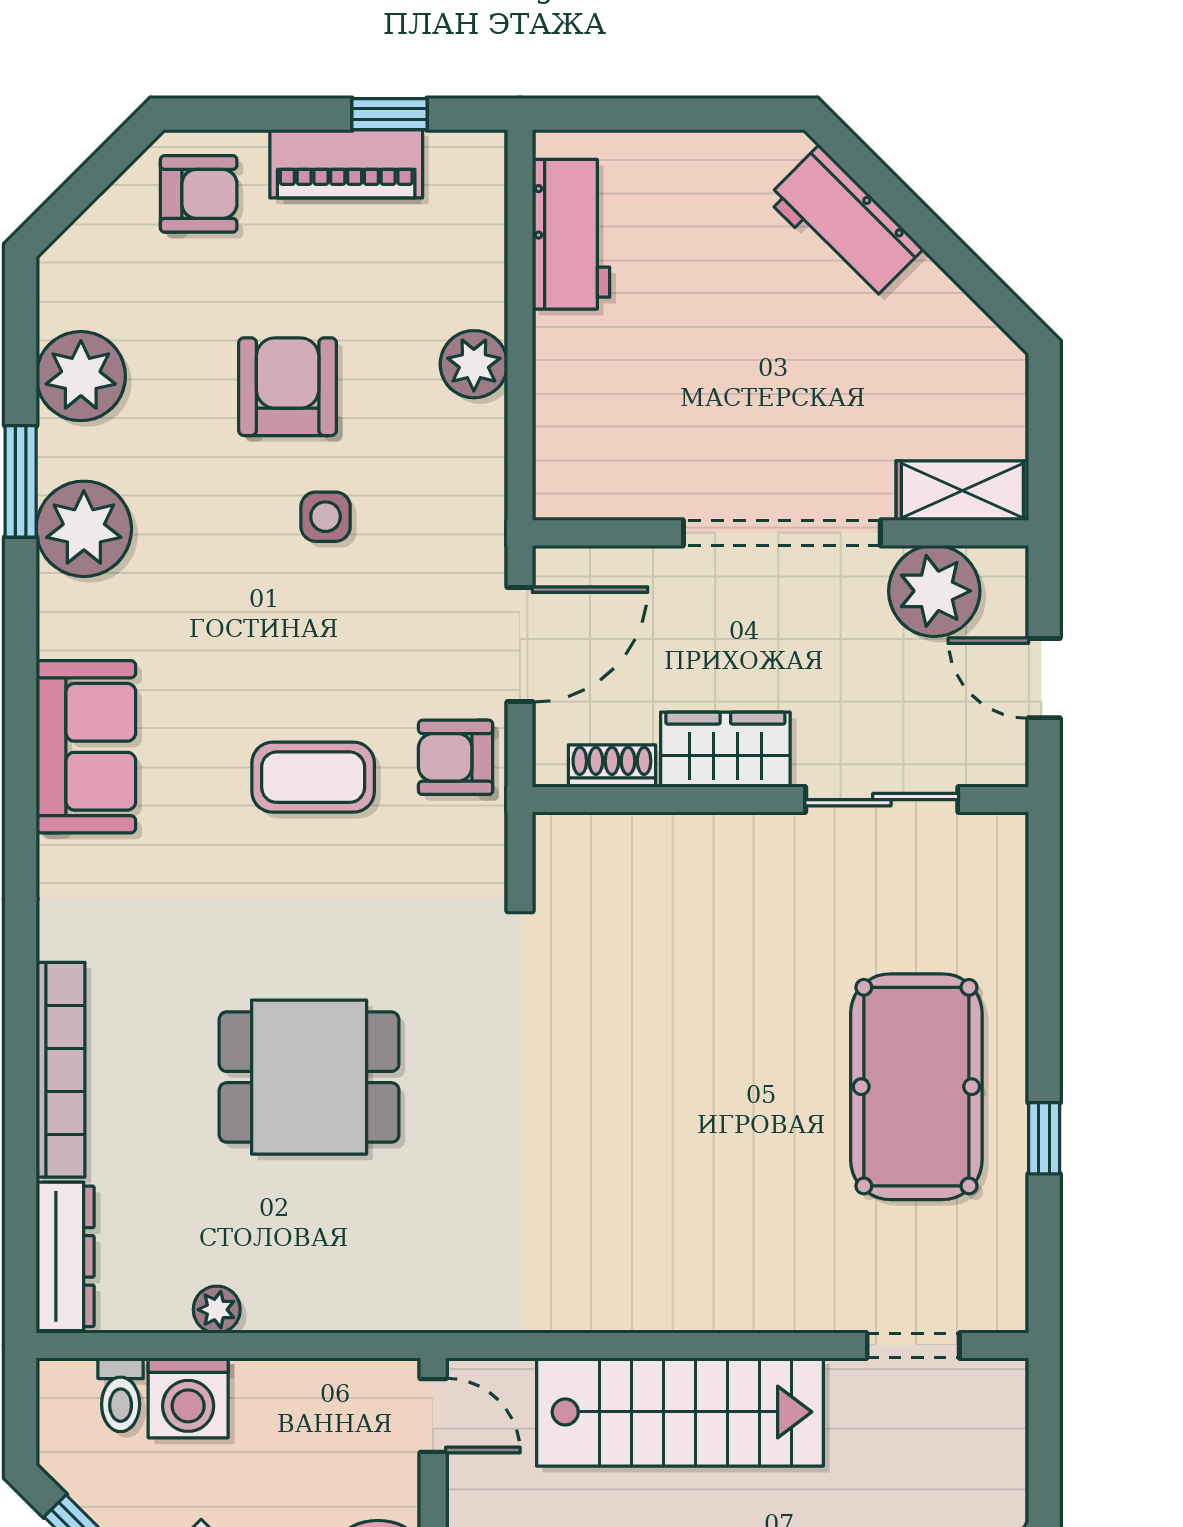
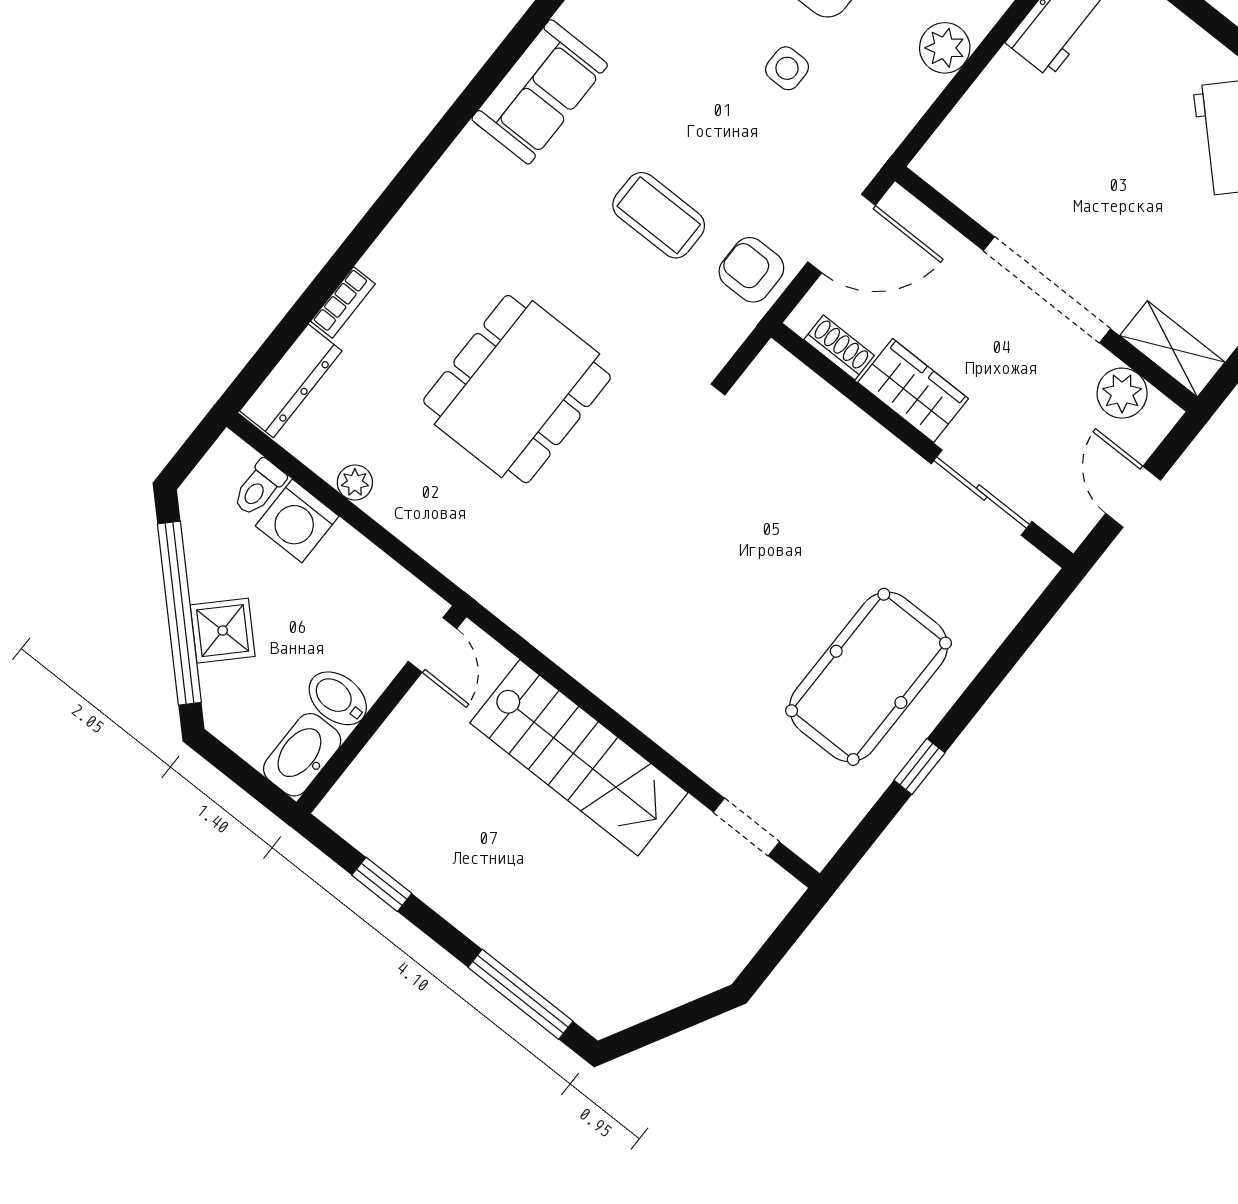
plant: (934, 591) -> (1122, 393), width x0.73, depth x0.73
bookcase: (61, 1070) -> (343, 302), width x0.43, depth x0.76
dining table: (309, 1077) -> (517, 389), width x1.38

